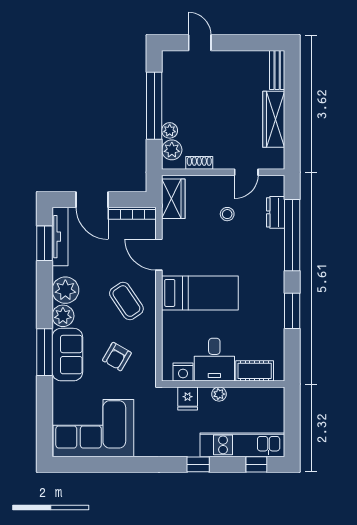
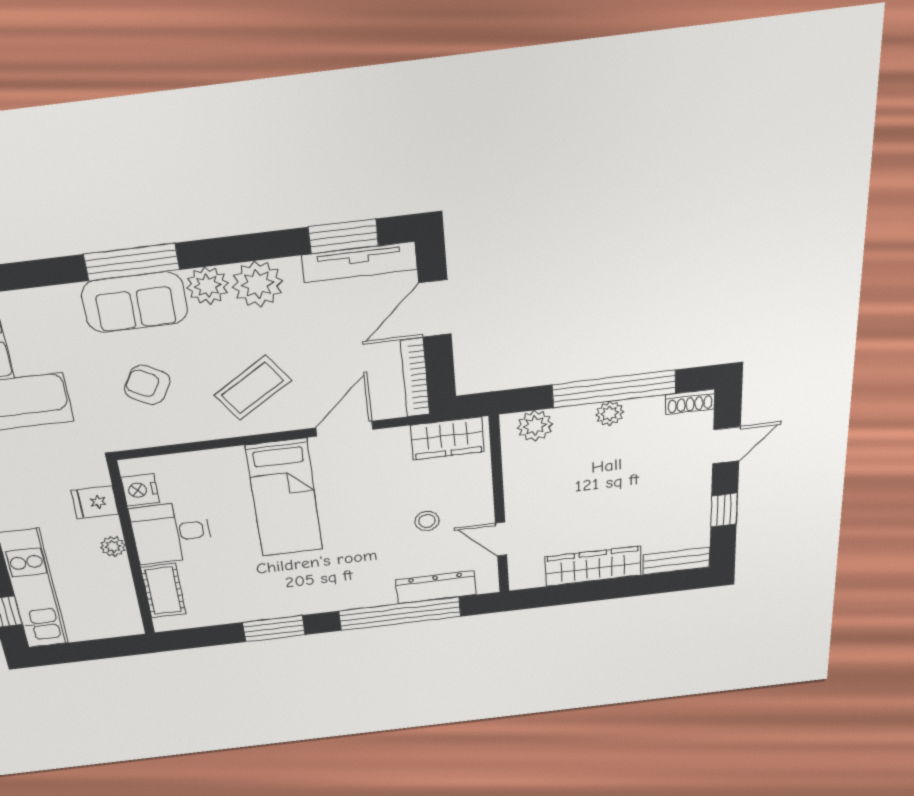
window: (244, 43) -> (724, 510), added
plant: (170, 130) -> (610, 413), moved
shoe rack: (199, 163) -> (690, 402), moved, turned 90
dresser: (276, 212) -> (436, 587), width x1.44

